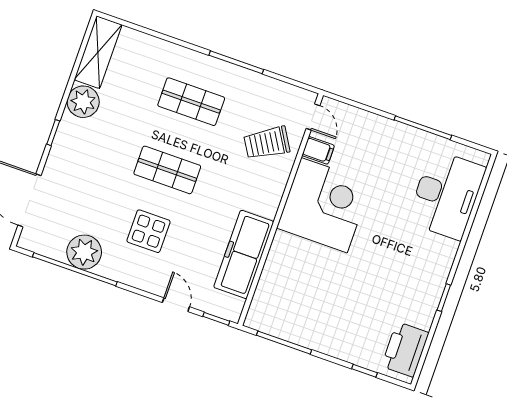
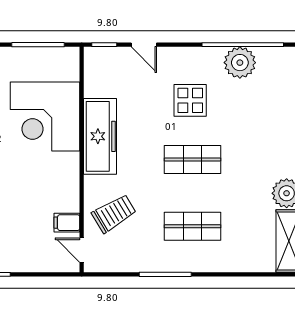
corner desk: (324, 205) -> (45, 117), moved
freezer: (244, 254) -> (100, 136), moved

